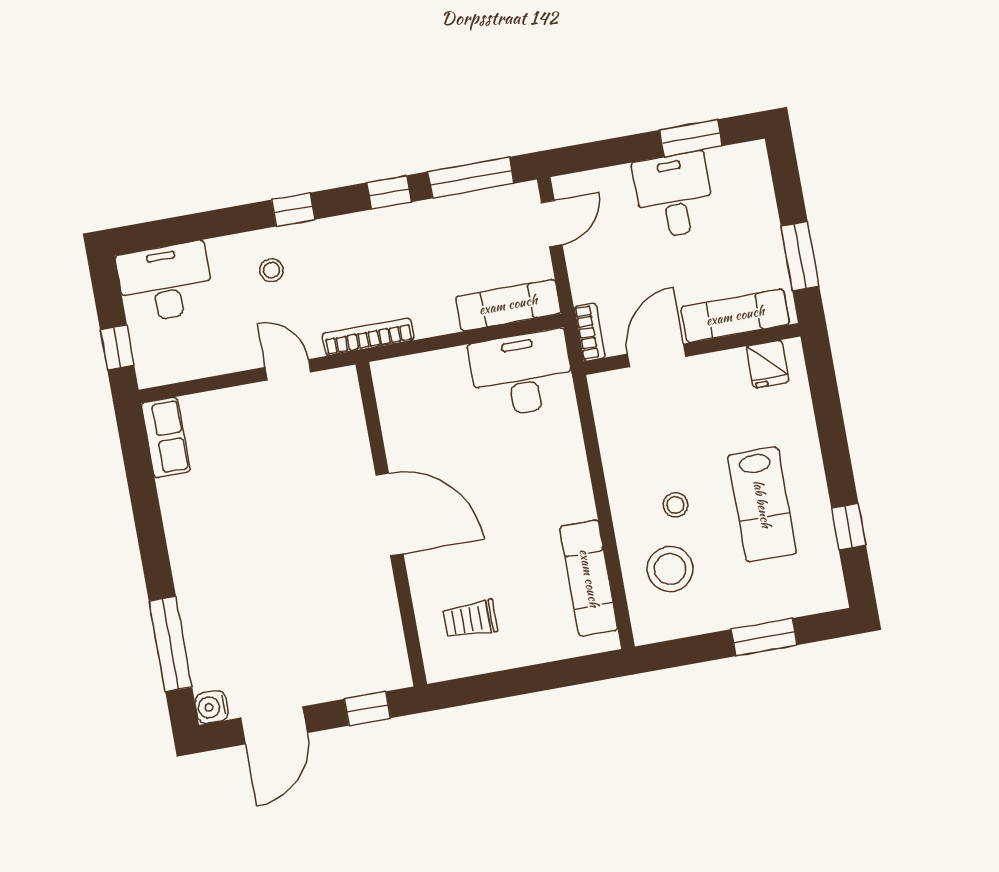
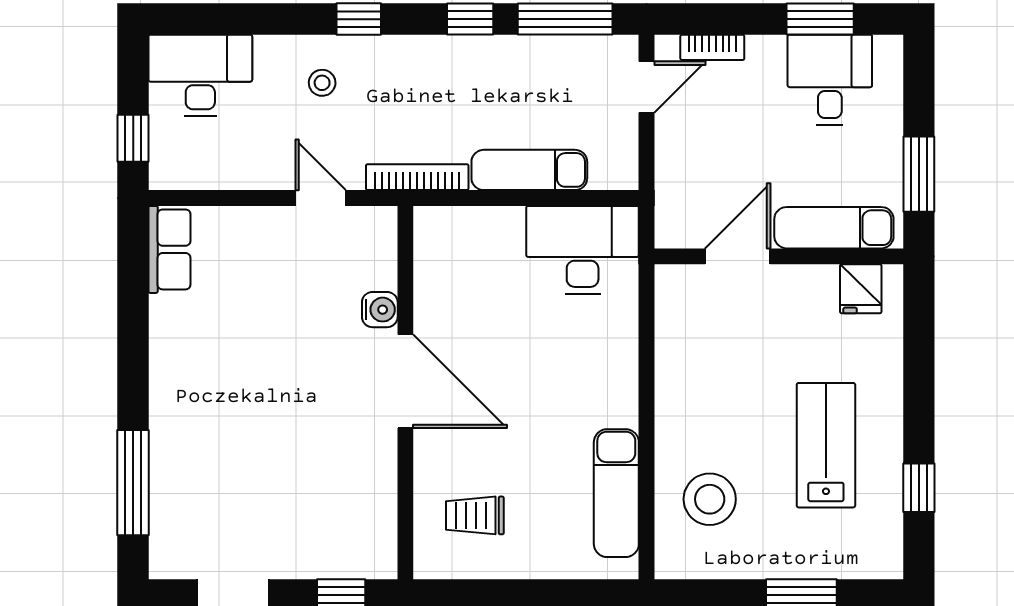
desk: (674, 195) -> (830, 80), moved
exam couch: (508, 305) -> (529, 170), moved
bookcase: (590, 332) -> (712, 47), moved, turned 90
lab bench: (762, 504) -> (826, 445), turned 180
stool: (675, 505) -> (729, 428), removed
water cooler: (211, 707) -> (380, 310), moved, turned 180

